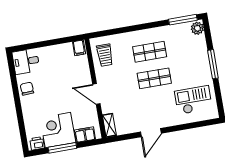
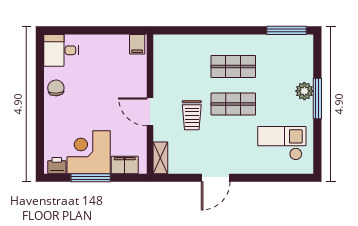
plant: (197, 28) -> (304, 91), moved
trolley: (105, 55) -> (192, 115), moved

